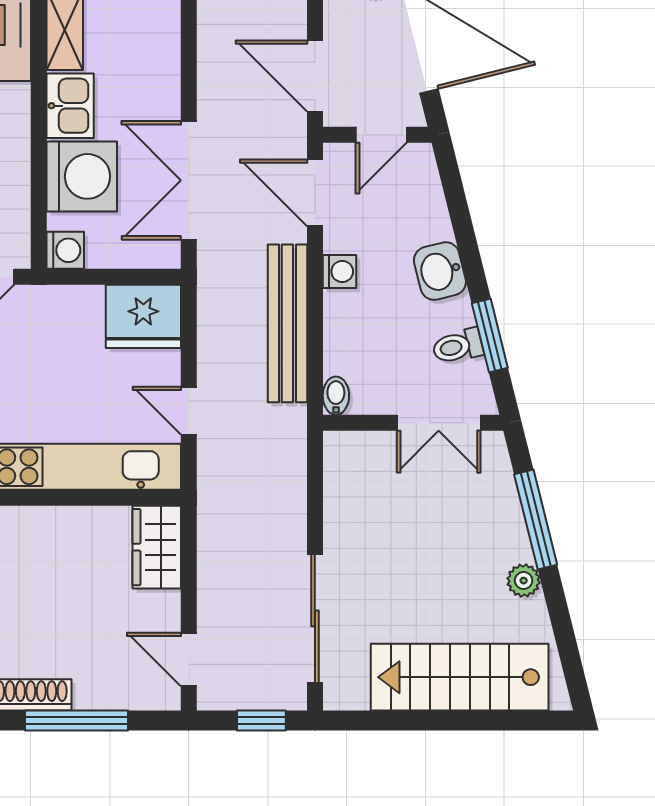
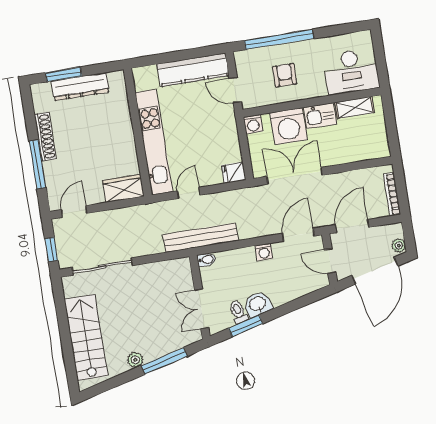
washbasin: (440, 271) -> (258, 304), moved
fridge: (143, 316) -> (234, 173), width x0.53, depth x0.75
bench: (287, 323) -> (201, 238), moved

